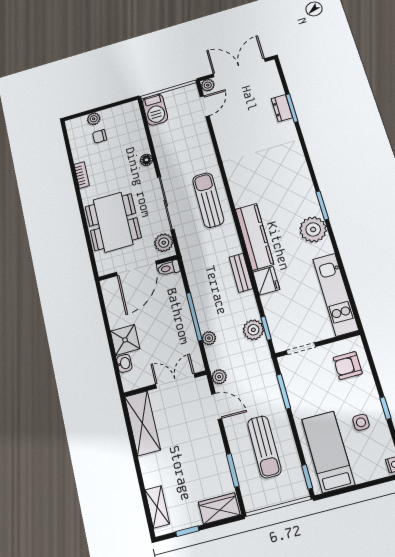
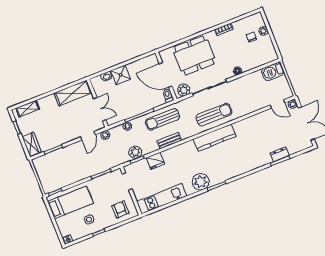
kitchen counter: (254, 237) -> (215, 138), moved
fridge: (266, 281) -> (155, 161), moved
sun lounger: (264, 447) -> (163, 119), moved

